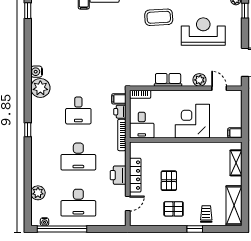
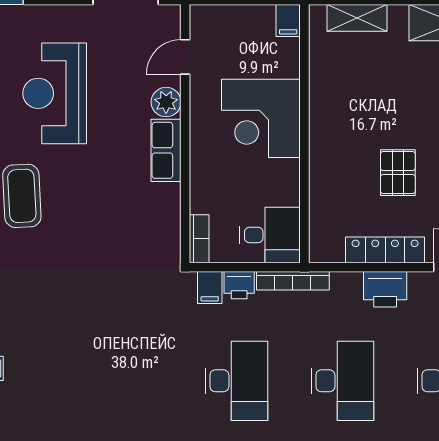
row of seats: (168, 80) -> (166, 150), moved
desk: (78, 110) -> (236, 381), width x1.37
pallet: (169, 181) -> (398, 173), turned 90

